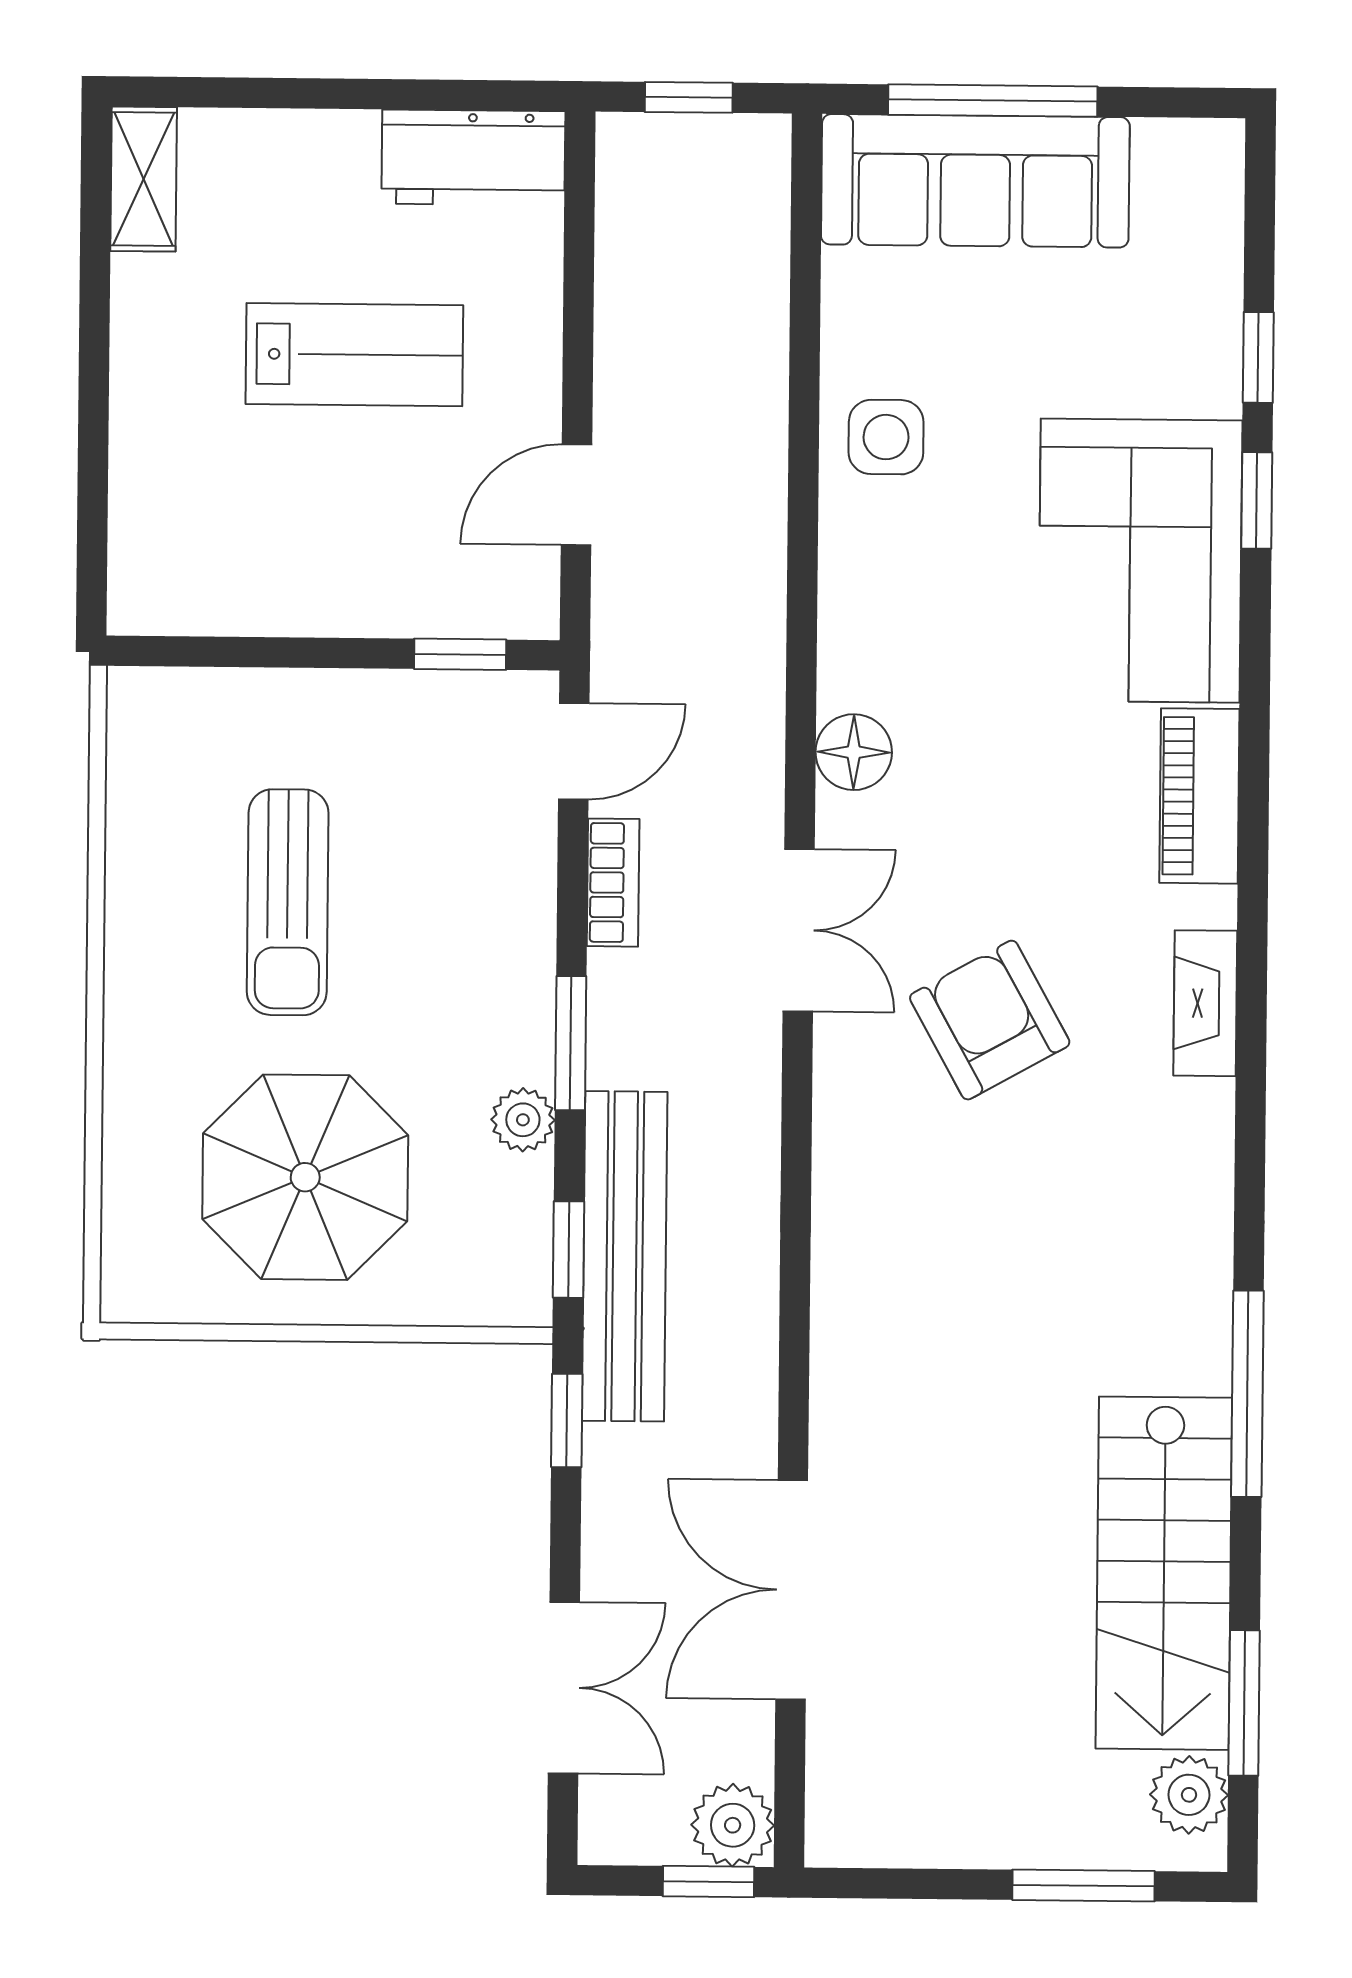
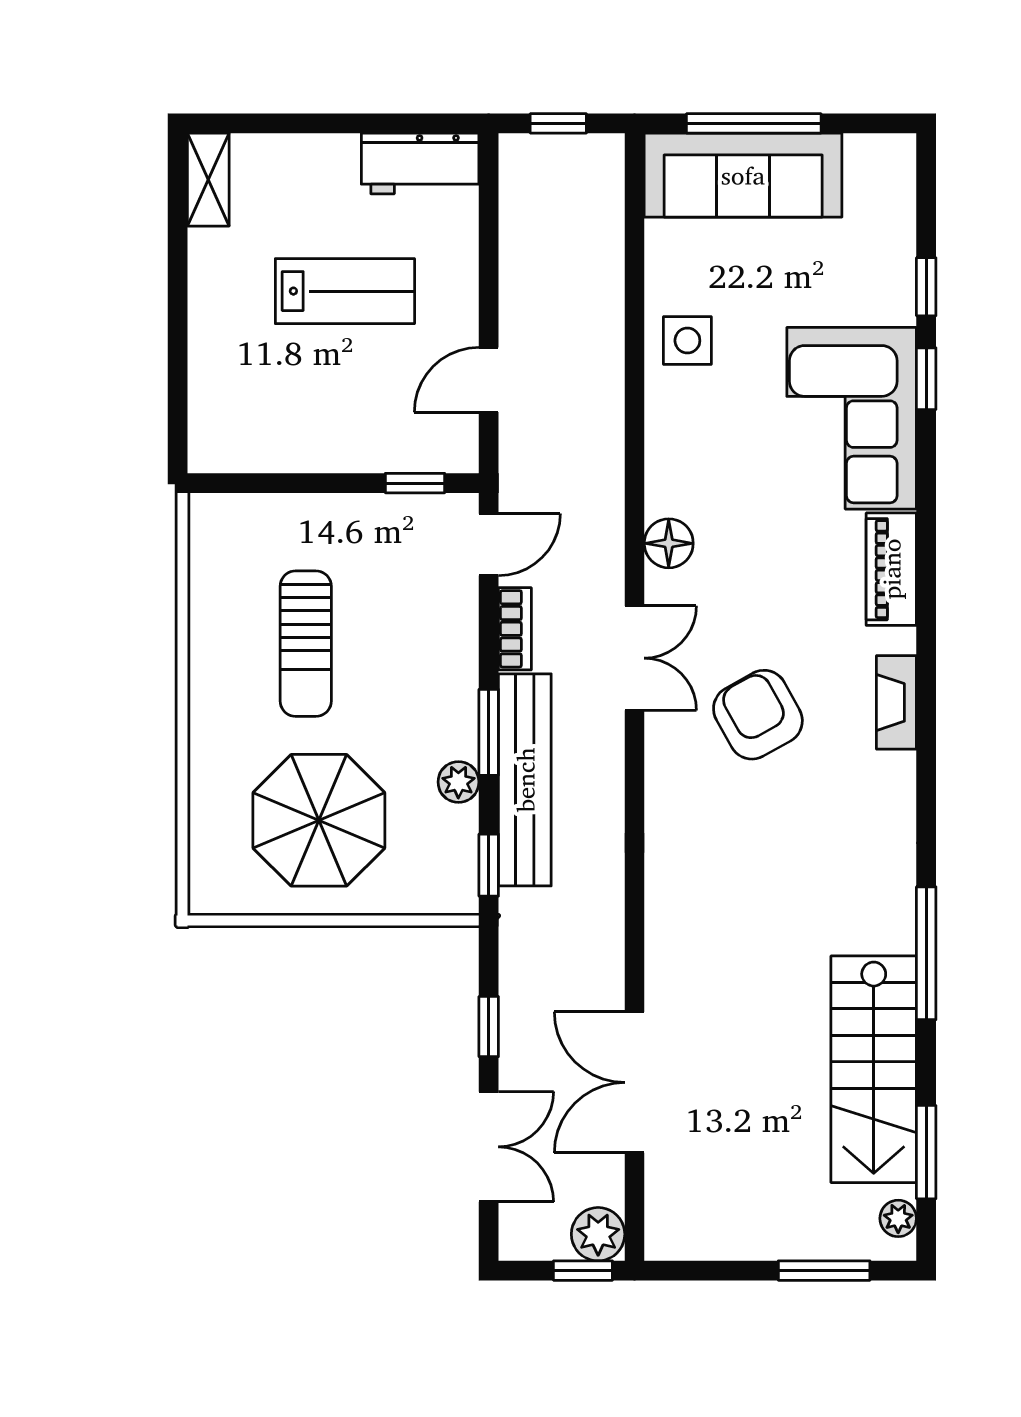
bench: (625, 1256) -> (525, 780), moved
window: (567, 1420) -> (489, 1027), moved
plant: (1189, 1795) -> (898, 1218), width x0.73, depth x0.73

